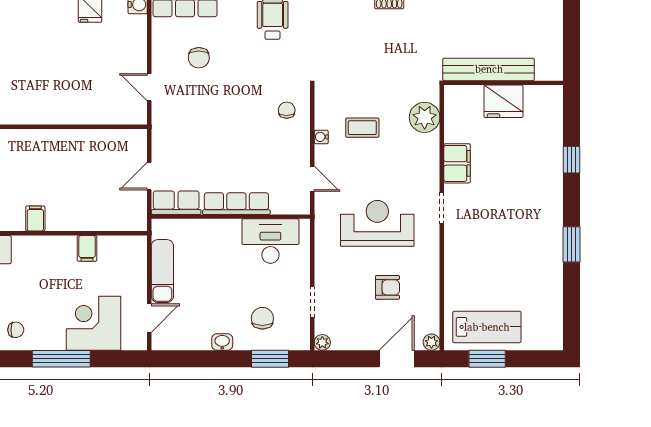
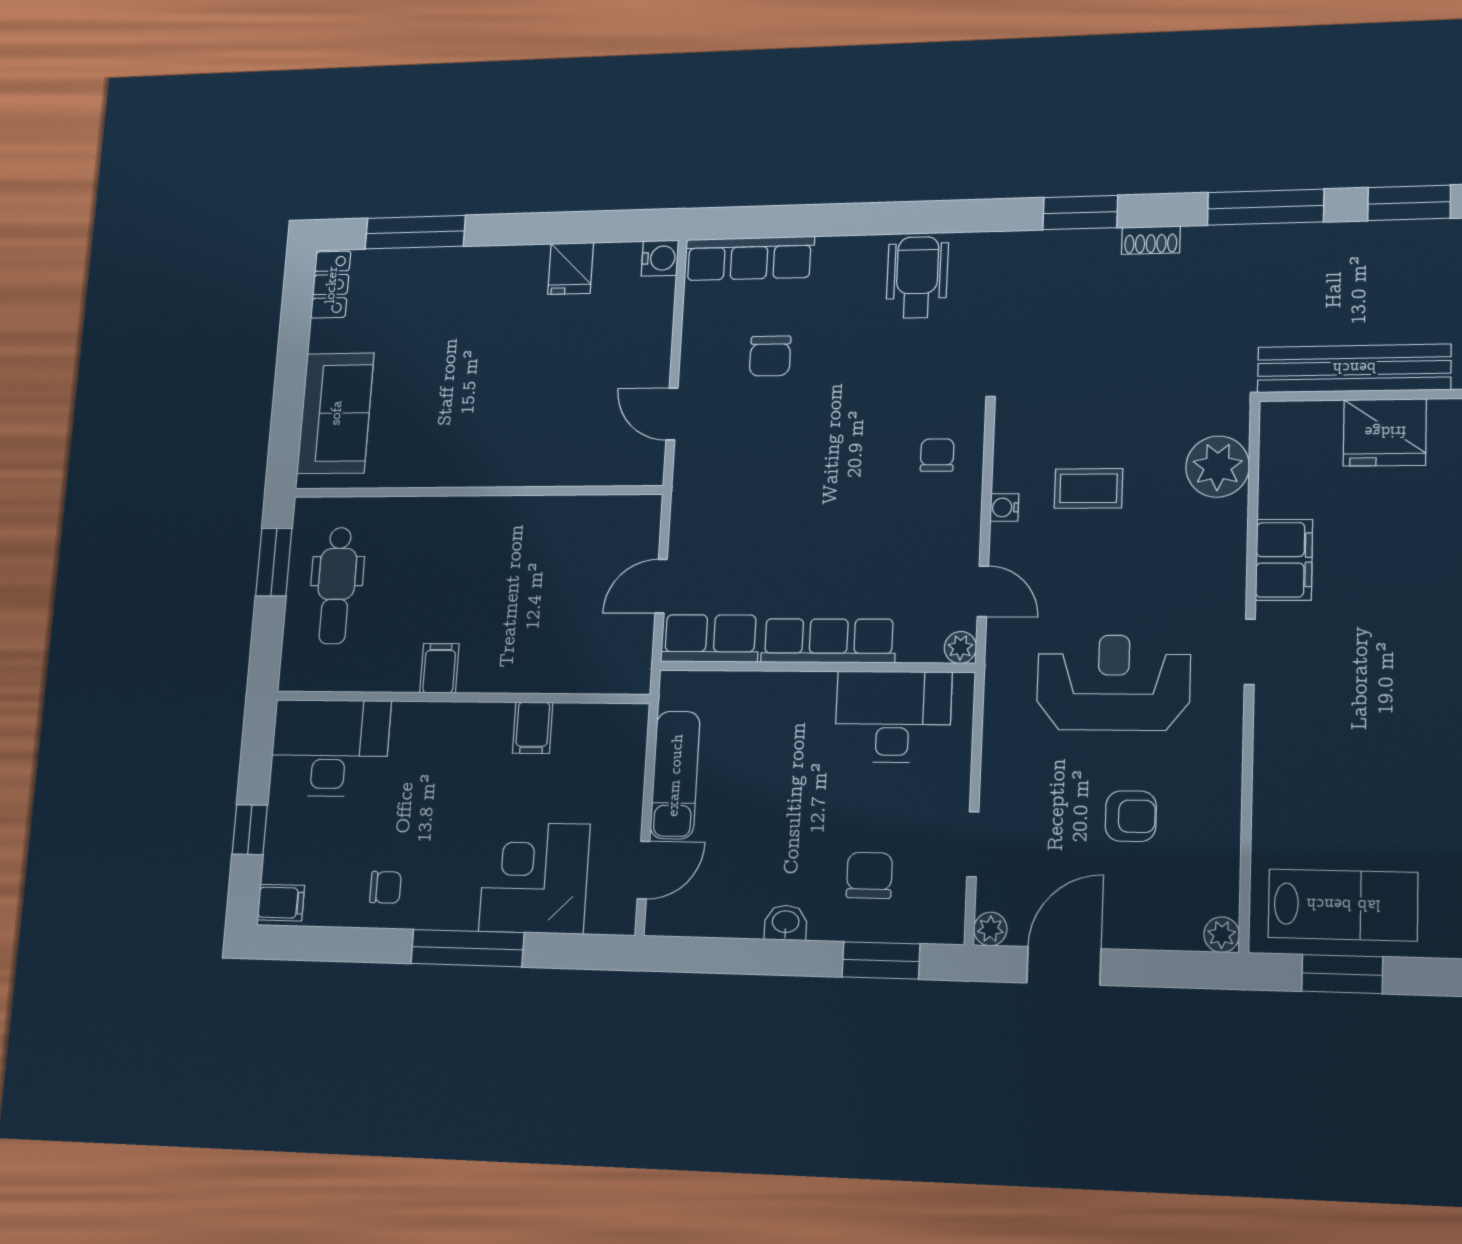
plant: (302, 207) -> (960, 647), added
door: (397, 359) -> (1064, 966), moved

